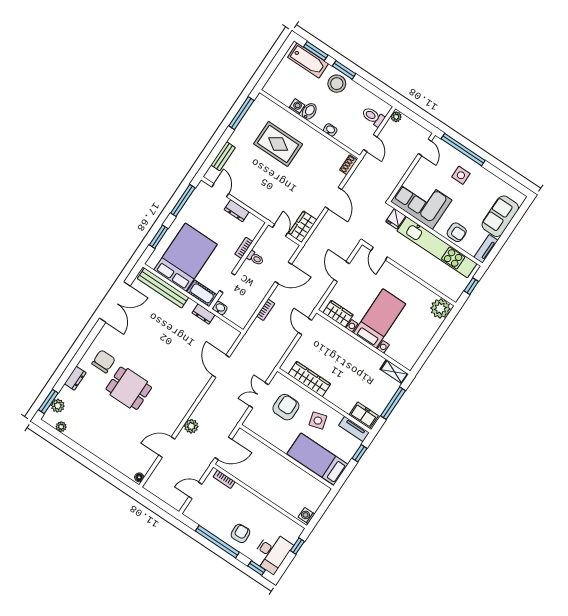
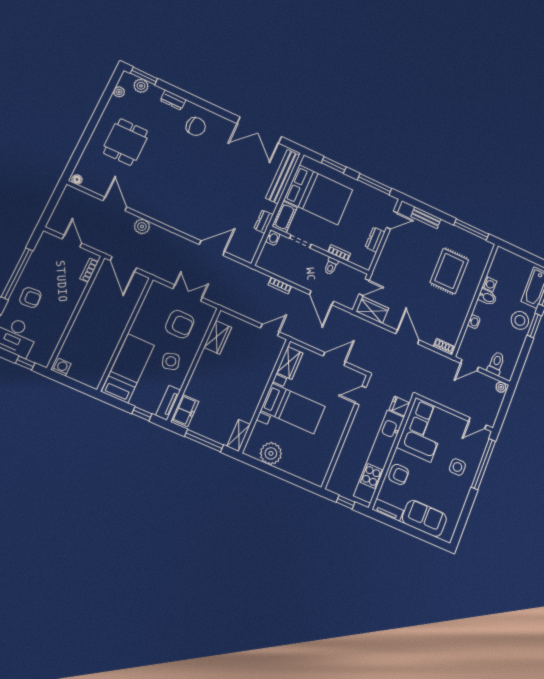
door: (333, 198) -> (407, 337), swing flipped
armchair: (457, 232) -> (399, 474), turned -90
plant: (440, 308) -> (271, 453), moved
wardrobe: (309, 379) -> (218, 337), width x0.67
dining table: (129, 388) -> (126, 142), moved

